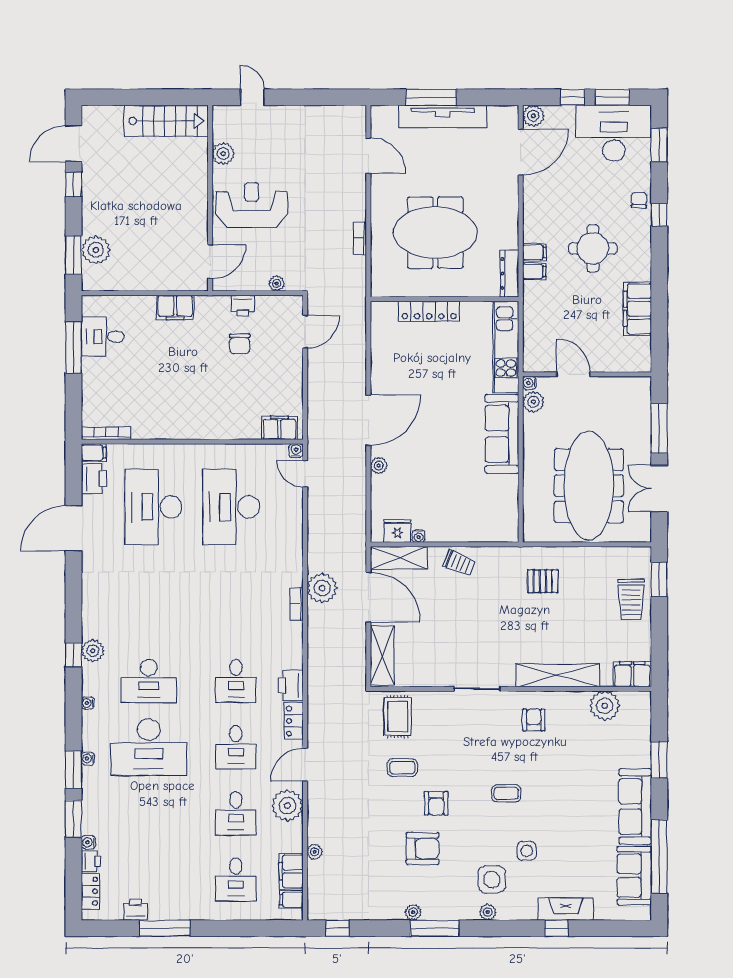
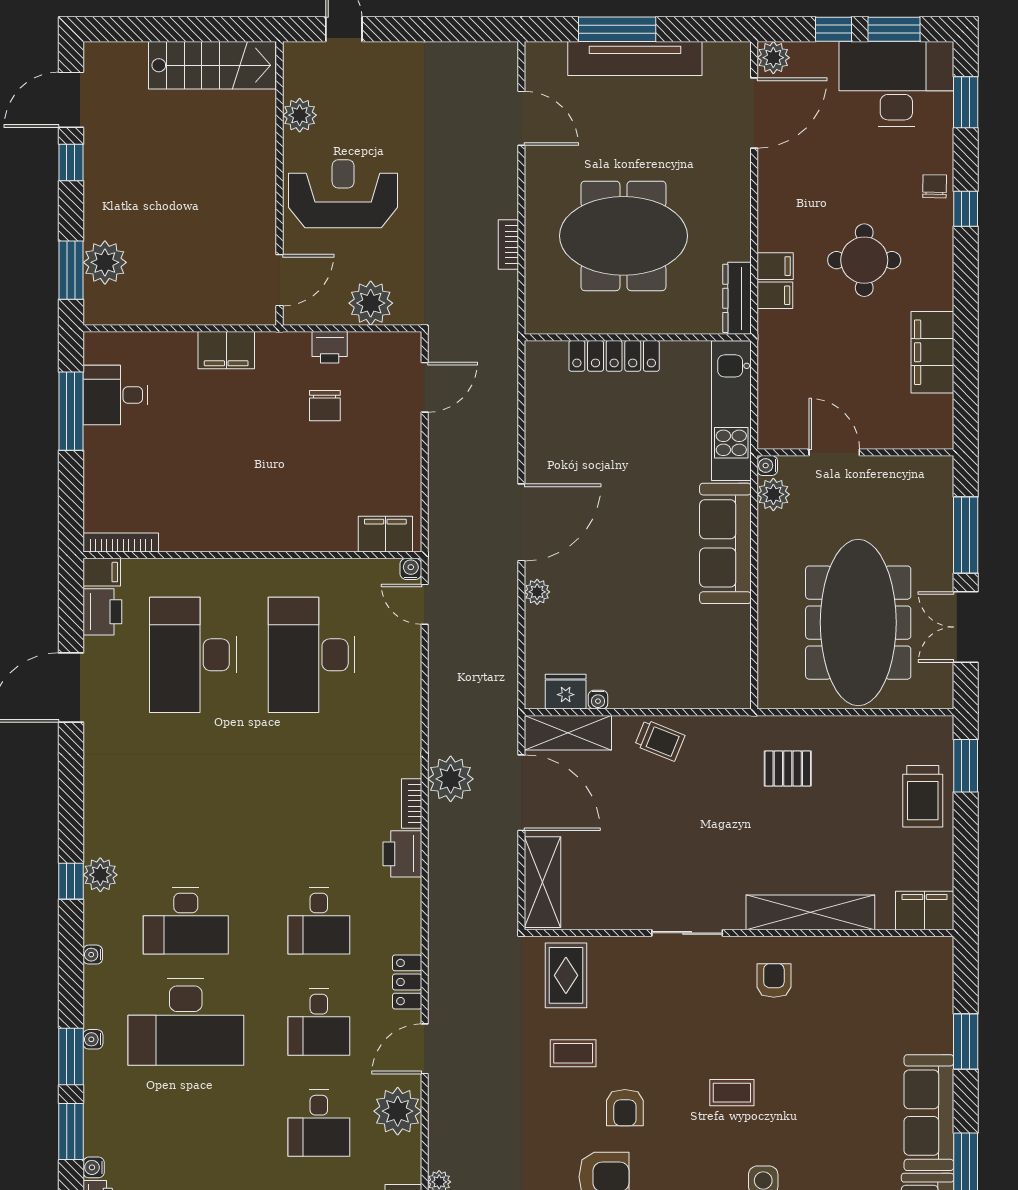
plant: (277, 283) -> (371, 303), width x1.87, depth x1.87
printer: (291, 685) -> (402, 854), moved
plant: (605, 706) -> (882, 959), removed

